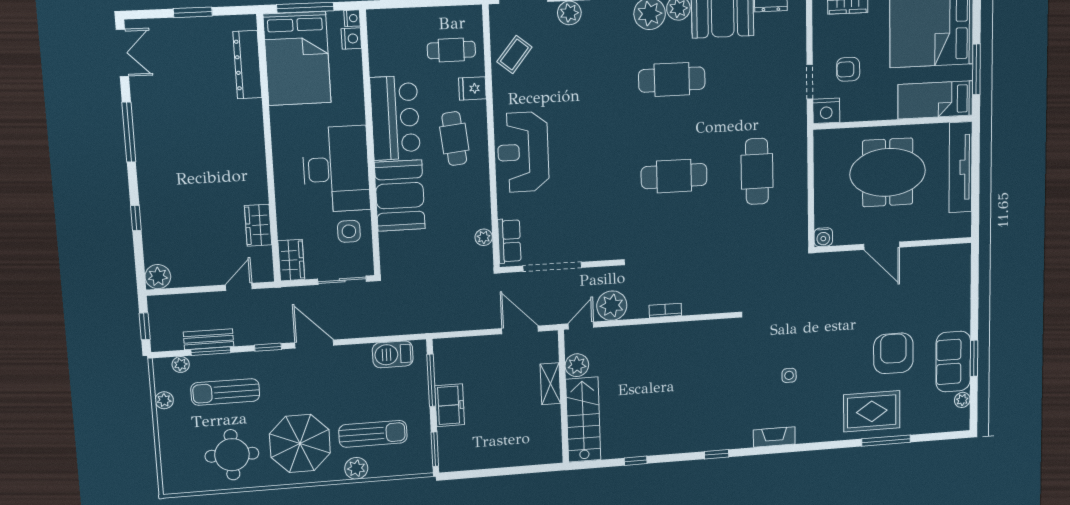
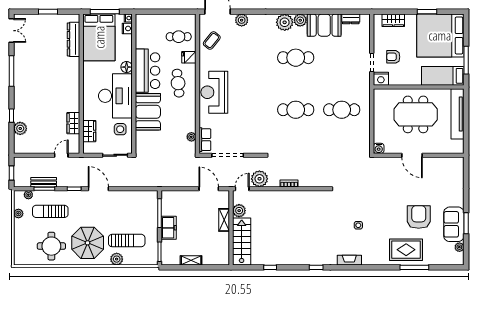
floor lamp: (354, 113) -> (127, 67), added
cafe table: (757, 171) -> (342, 110), turned 90
wardrobe: (291, 260) -> (89, 131), moved
plant: (158, 277) -> (20, 128), moved
barbecue: (393, 354) -> (140, 197), removed
shelving: (493, 460) -> (191, 260), added

